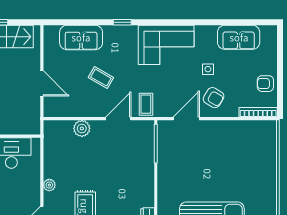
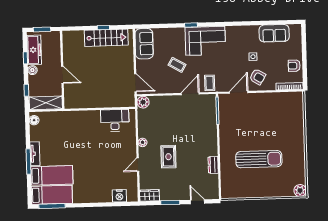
sofa: (81, 37) -> (144, 44), moved, turned -90
corner sofa: (166, 45) -> (205, 41), moved
door: (42, 83) -> (135, 83), moved
plant: (82, 128) -> (143, 102), moved

